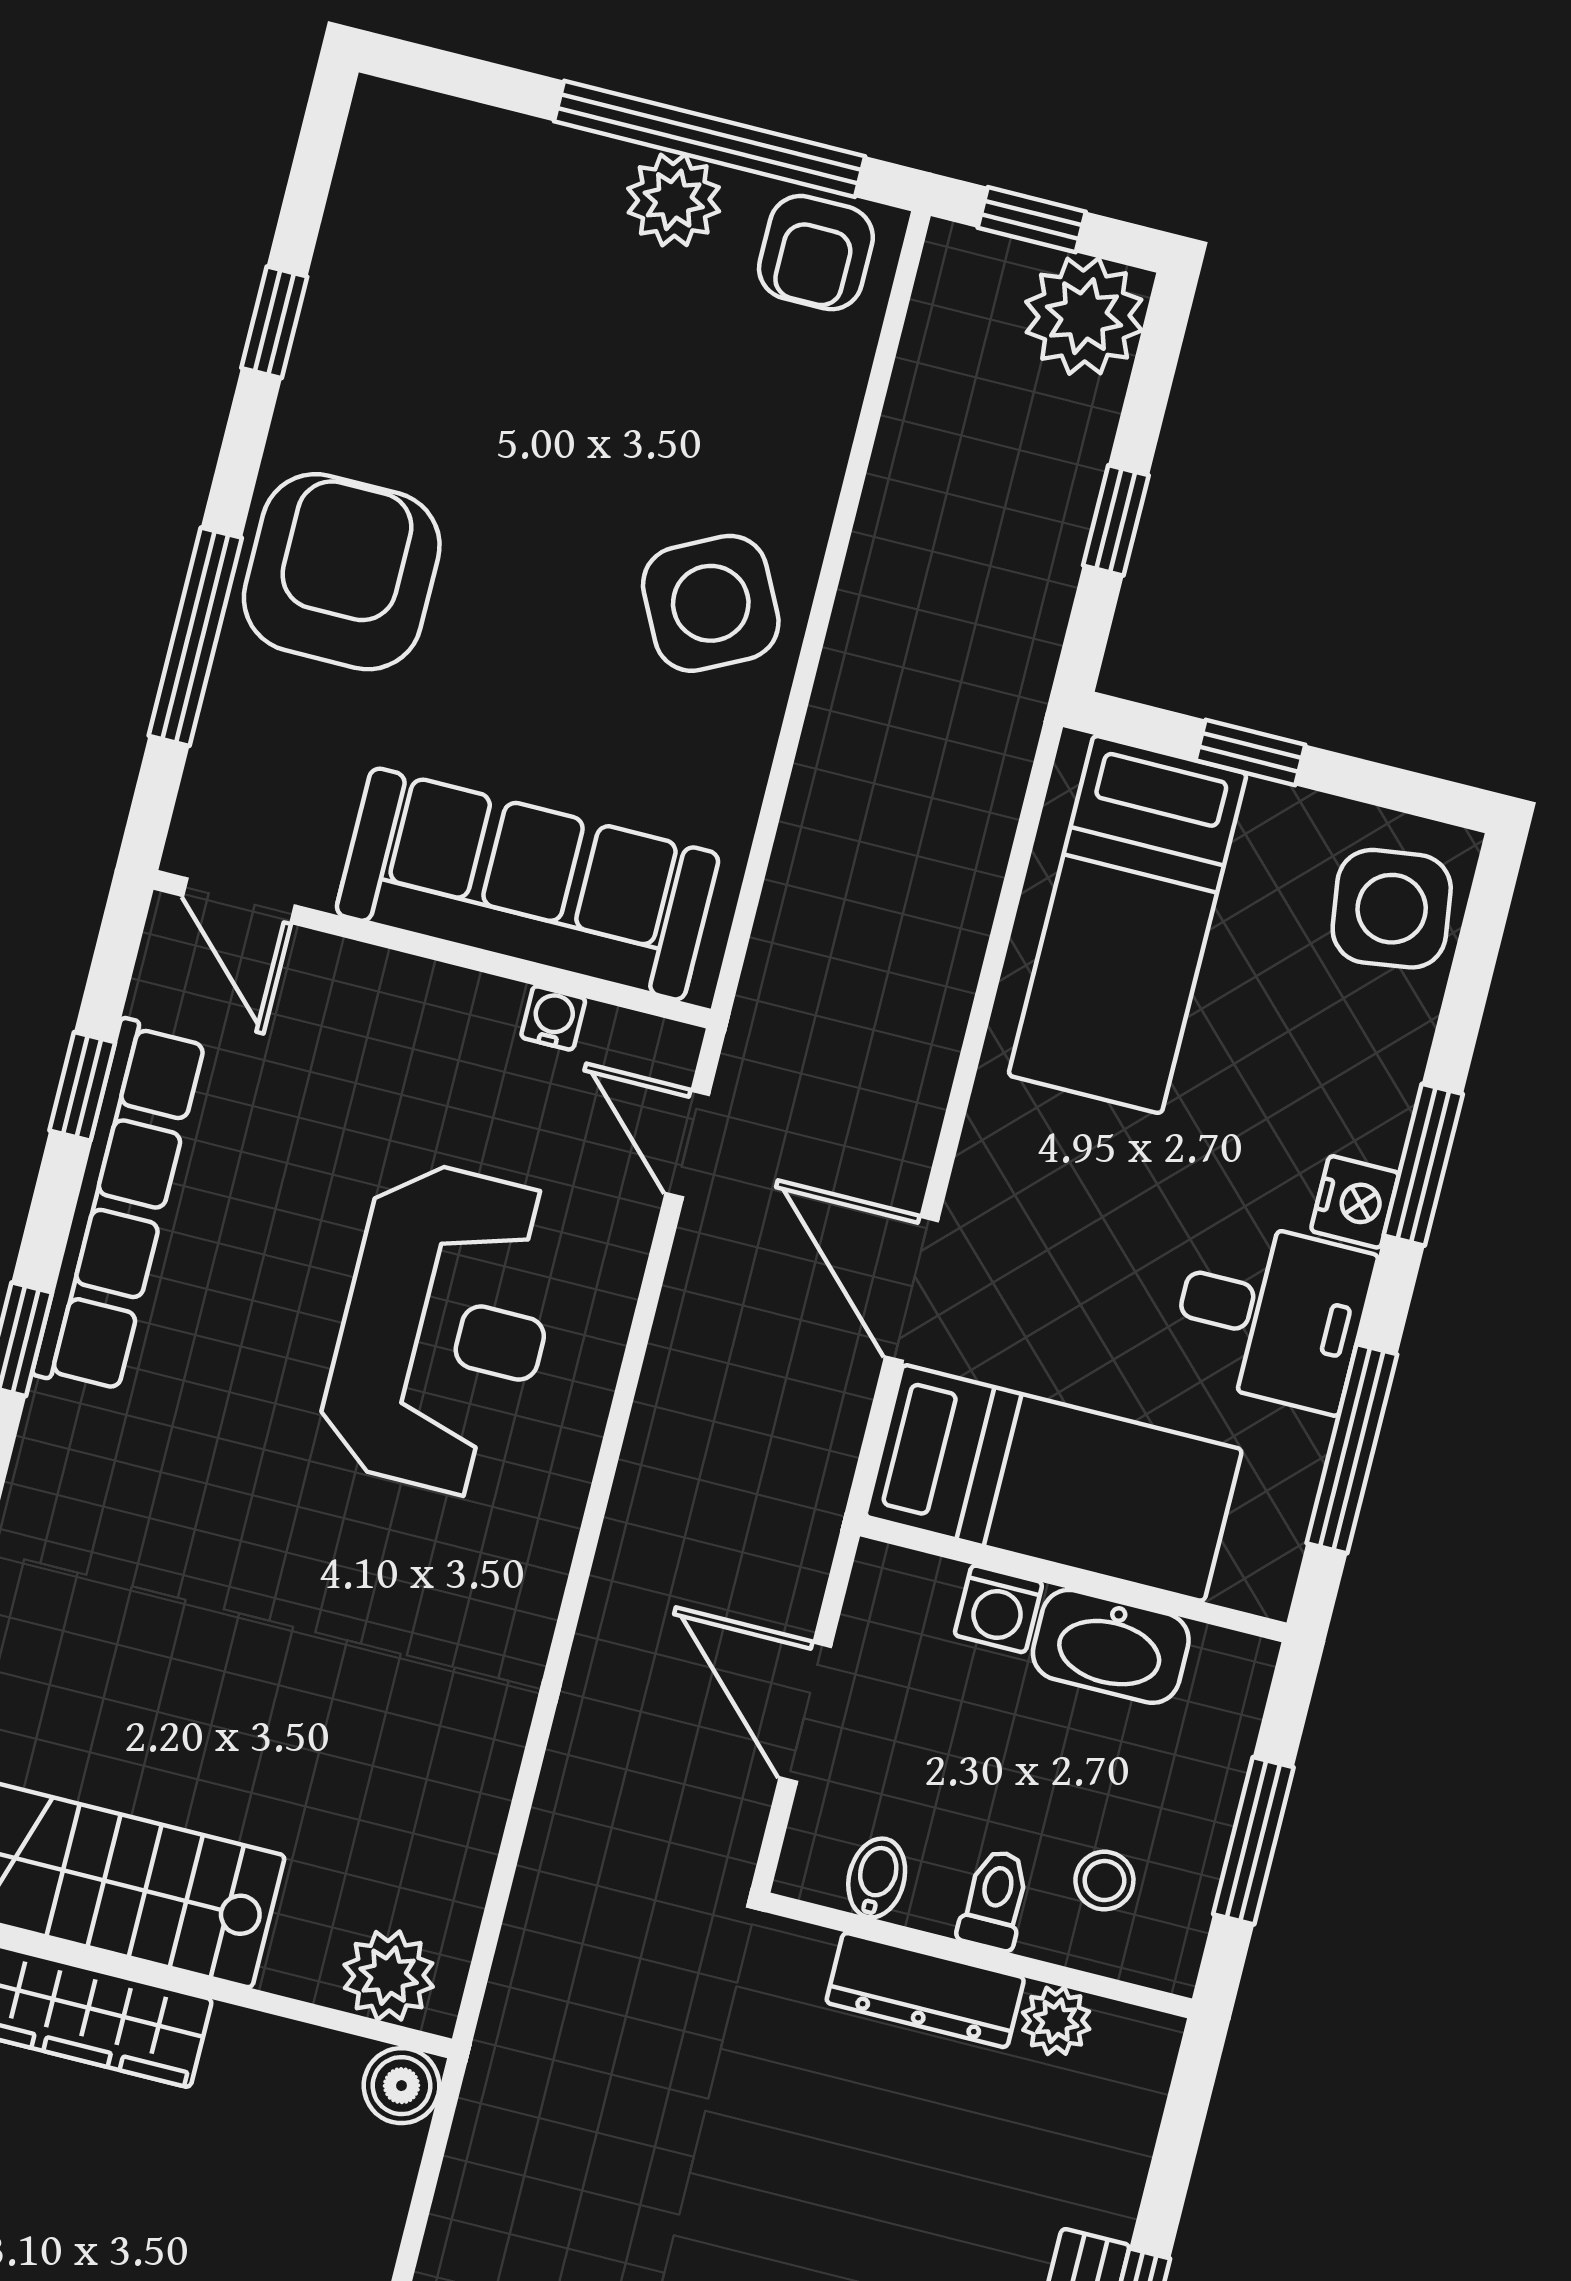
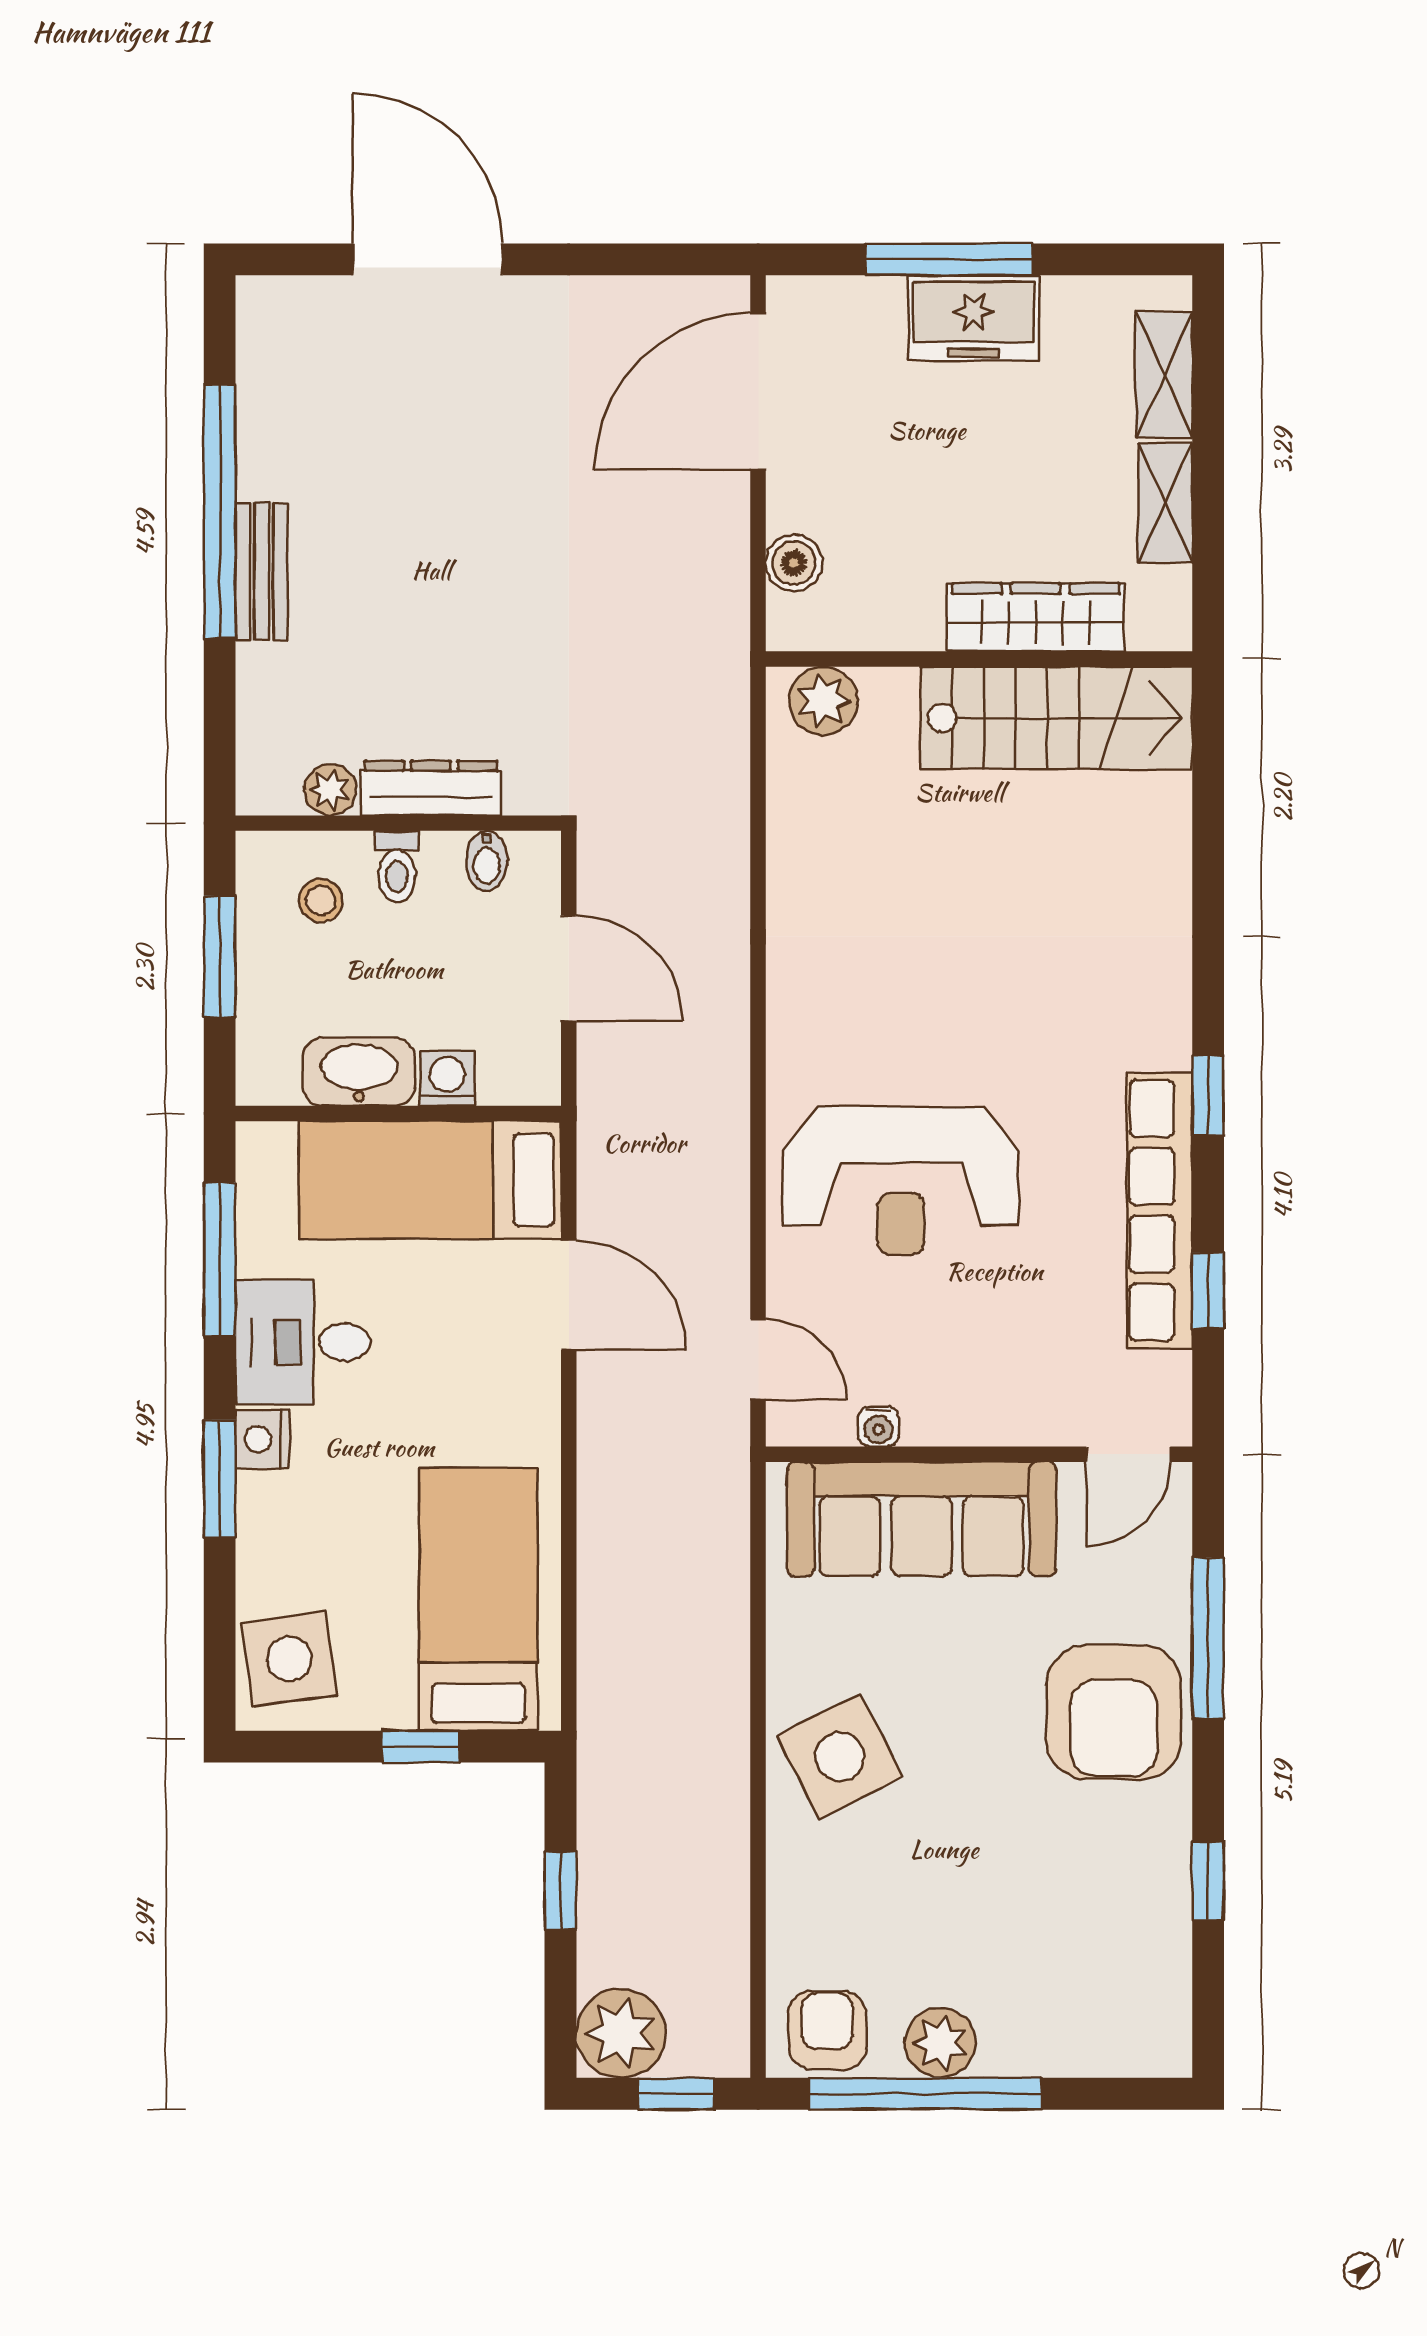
door: (239, 901) -> (1128, 1454), swing flipped
reception desk: (444, 1329) -> (901, 1181), turned -90
boiler: (401, 2086) -> (794, 563), moved

